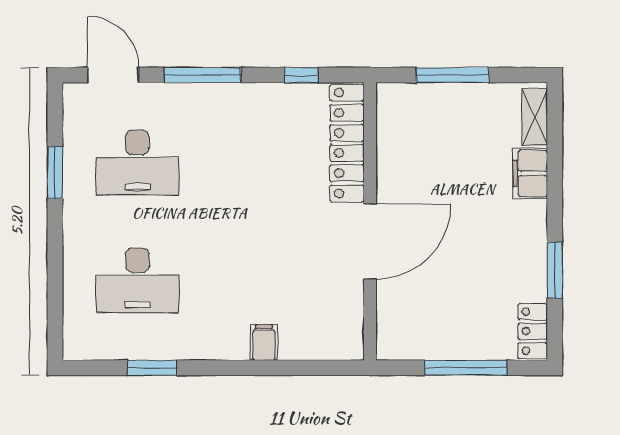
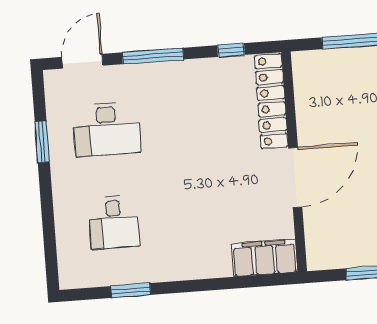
door: (113, 75) -> (82, 61), hinge flipped
desk: (137, 280) -> (114, 222), width x0.73
filing cabinet: (264, 343) -> (265, 258), moved, width x3.00, depth x1.17

